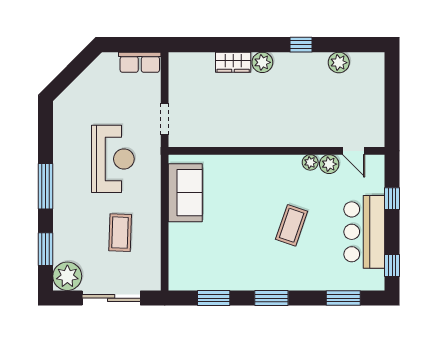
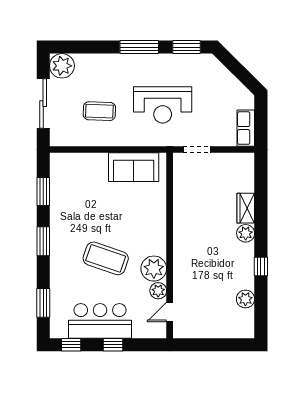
plant: (310, 162) -> (154, 269), width x1.87, depth x1.87
window: (392, 199) -> (113, 345), moved
coffee table: (292, 225) -> (106, 258), width x1.36, depth x1.32
window: (45, 249) -> (186, 47), moved

